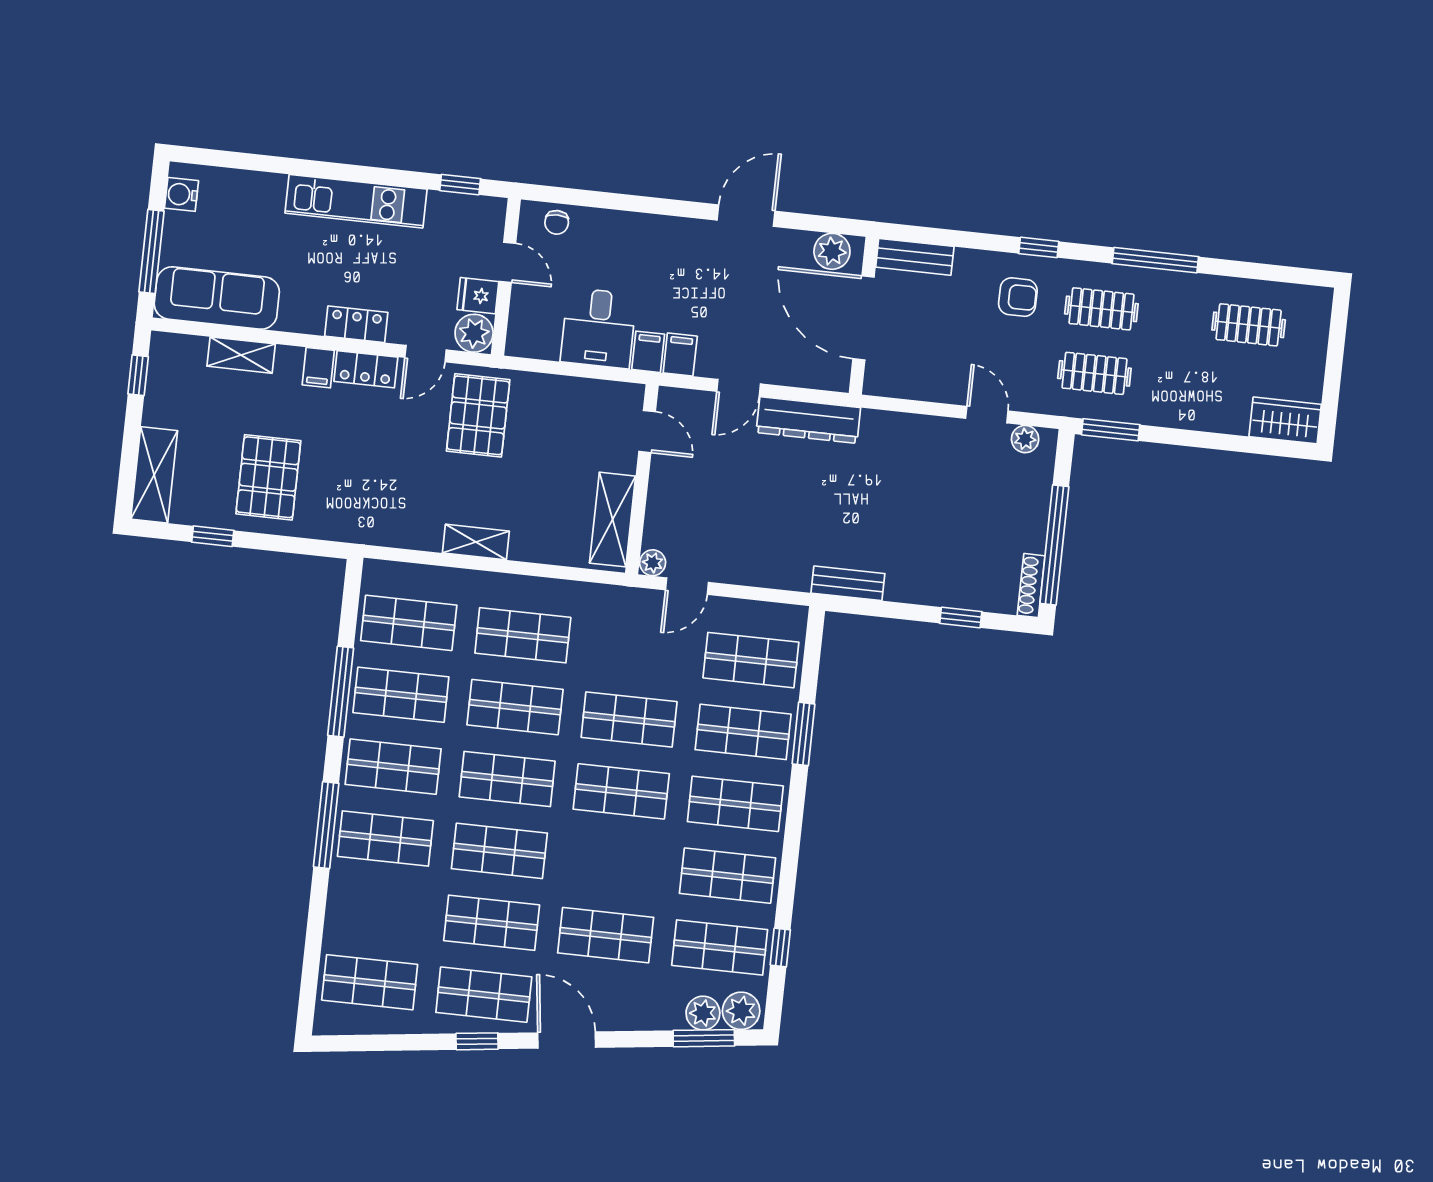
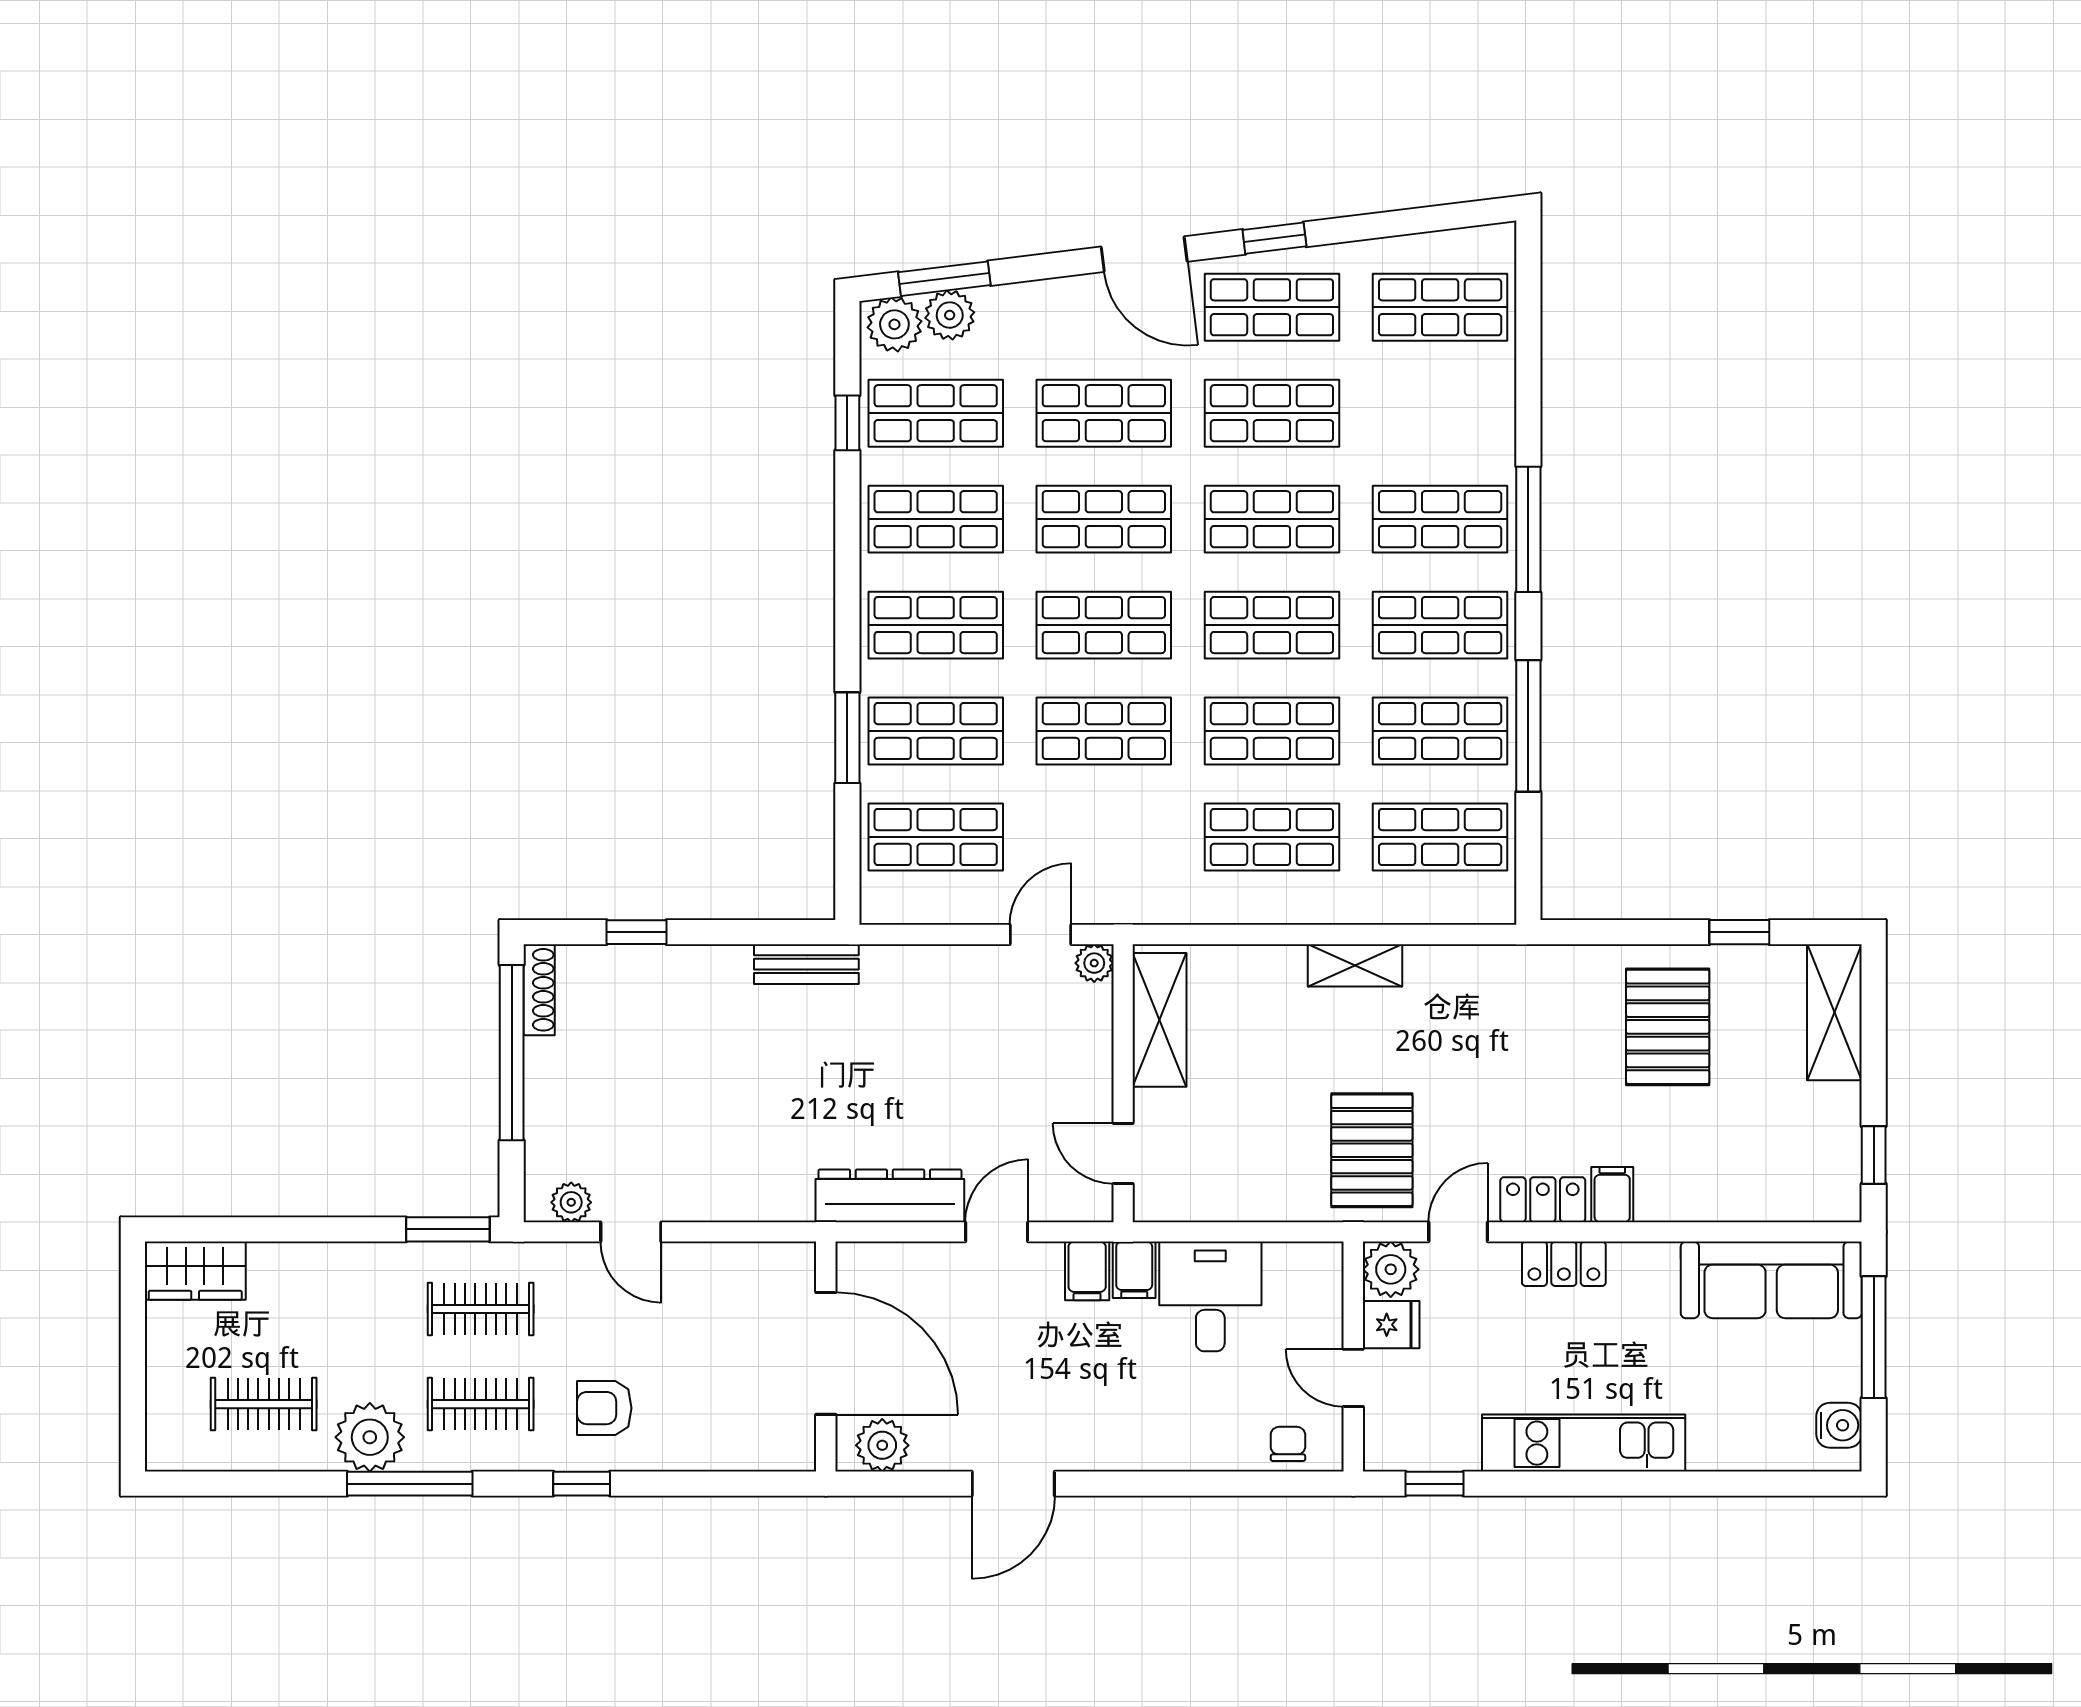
bench: (915, 257) -> (761, 1450), removed
plant: (1179, 295) -> (370, 1437), added
shelving: (241, 355) -> (1727, 1201), removed
shop shelf: (613, 863) -> (1104, 519), added

